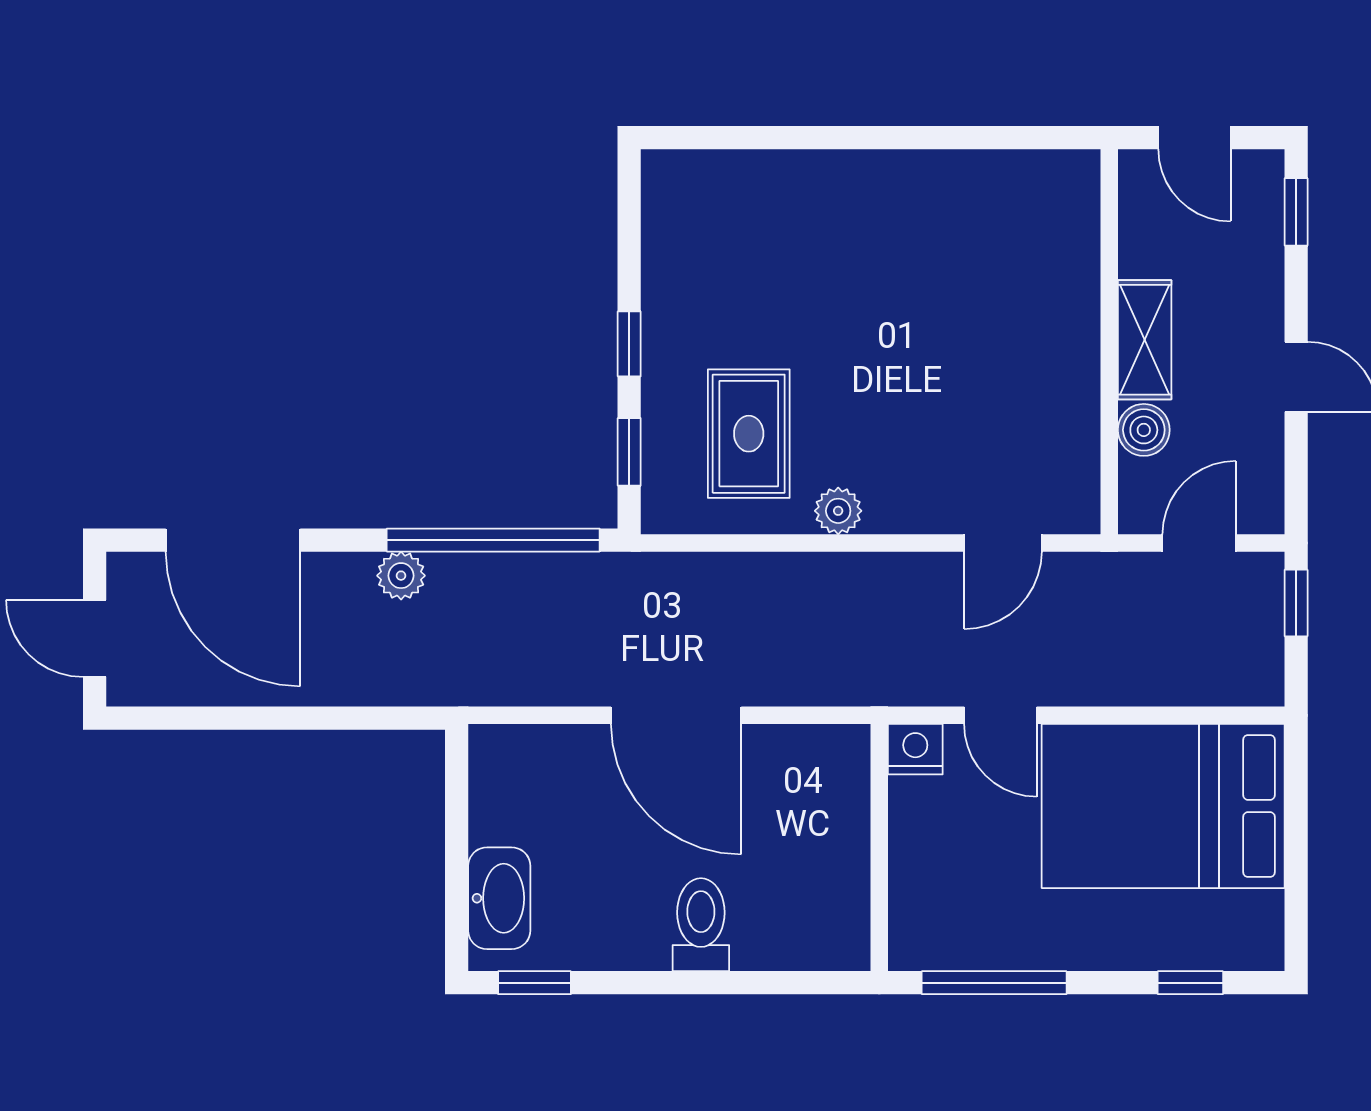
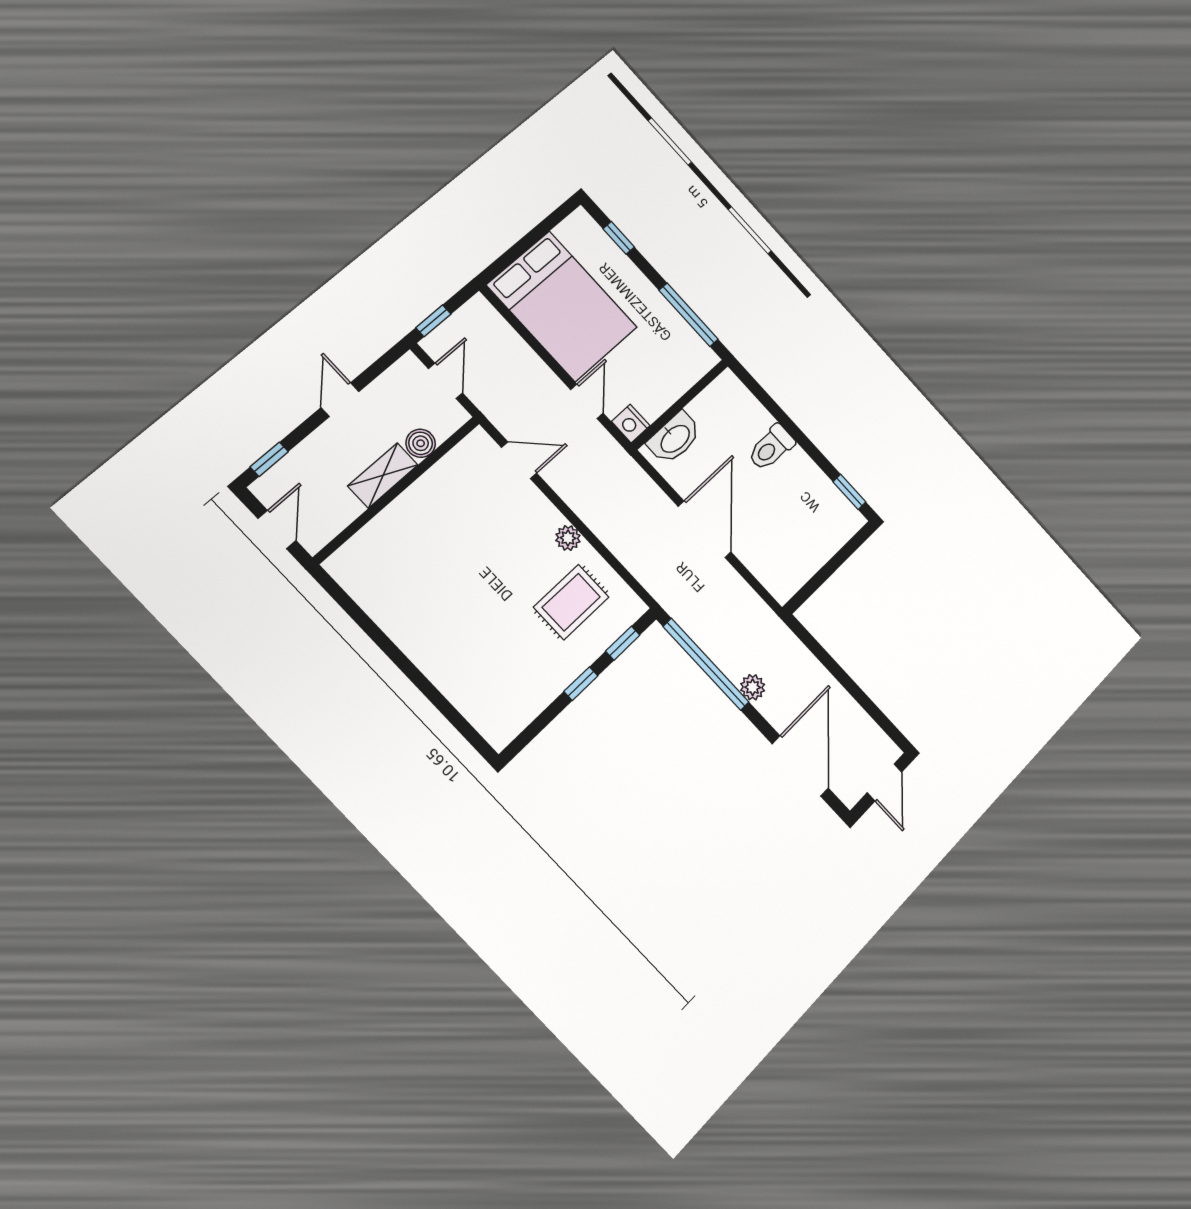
door: (1199, 543) -> (446, 381), swing flipped
washbasin: (499, 898) -> (675, 438), moved, turned 180

